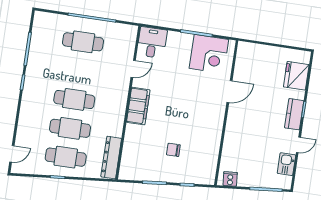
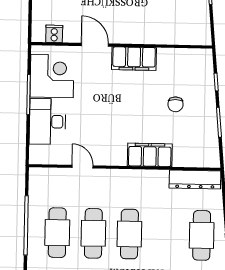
desk: (152, 42) -> (48, 122), moved, width x1.37
filing cabinet: (138, 106) -> (150, 155), moved
filing cabinet: (214, 121) -> (134, 59), added
cafe table: (70, 128) -> (93, 233), moved
cooker: (230, 179) -> (54, 34), moved, turned 95

